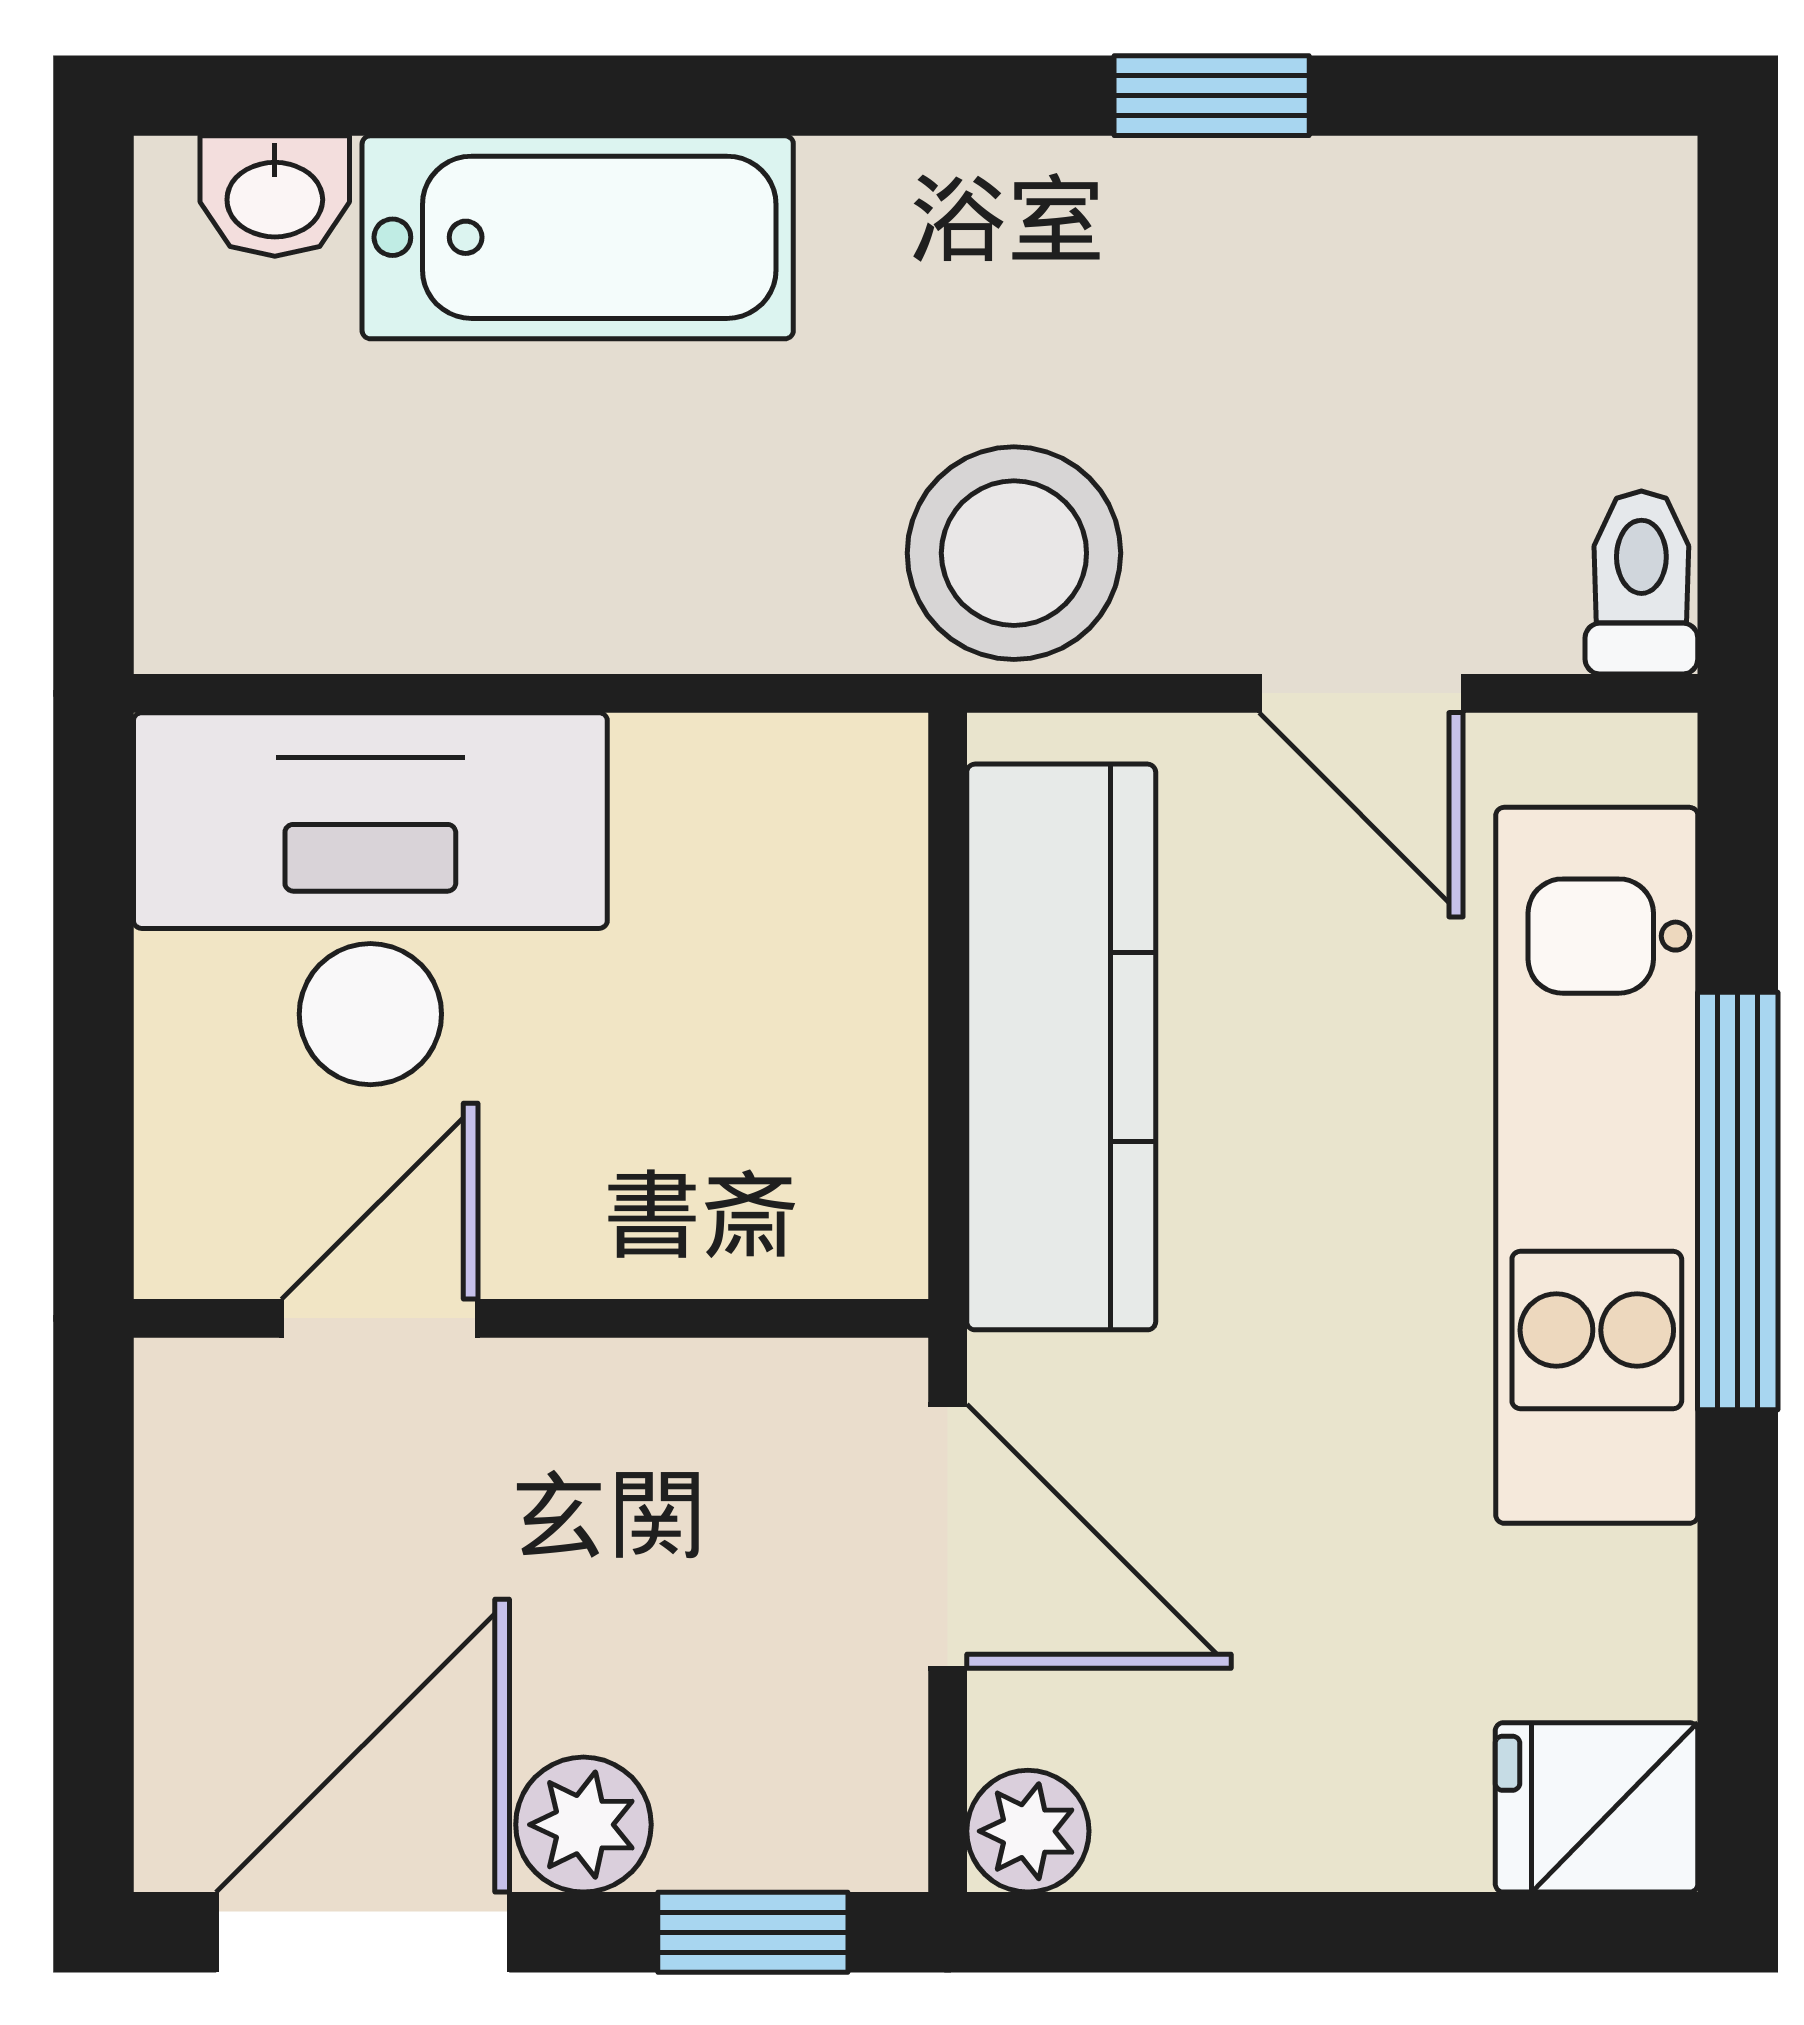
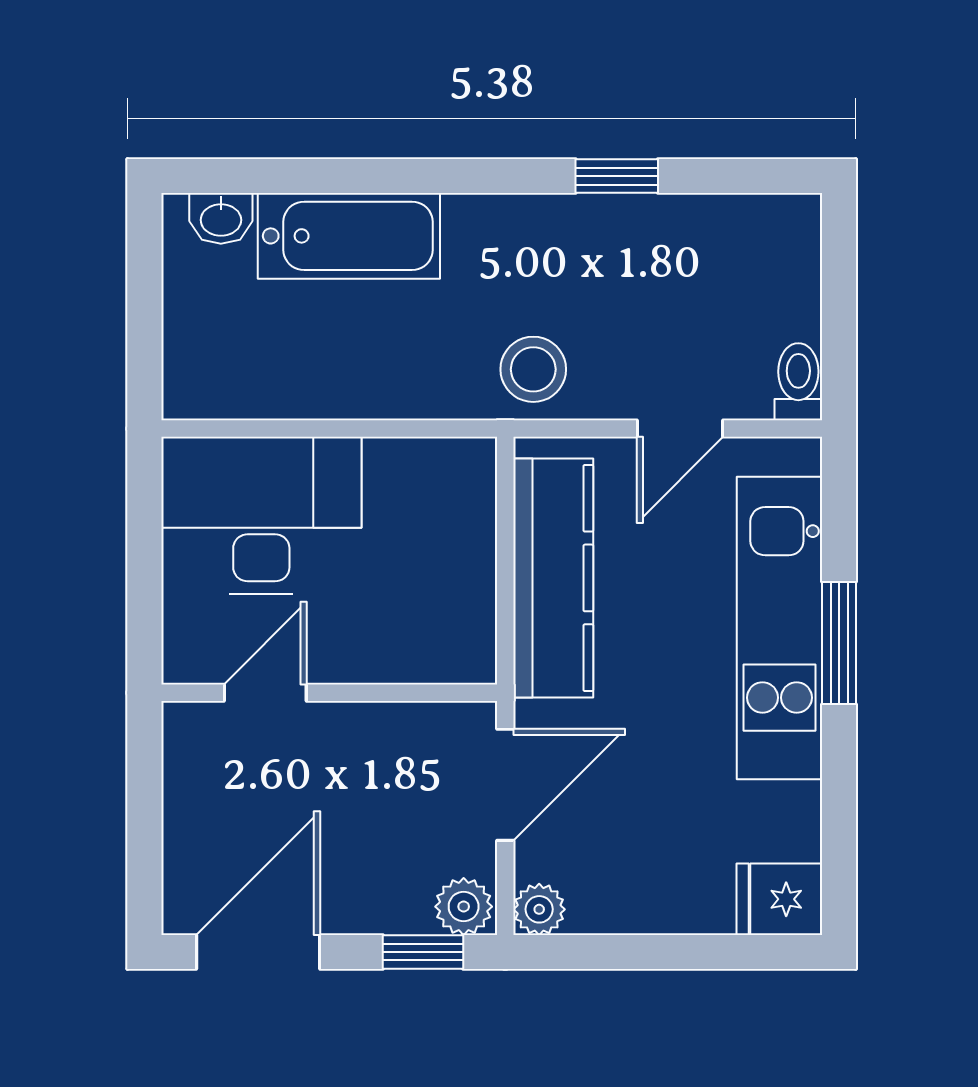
stool: (1014, 553) -> (533, 369), width x0.73, depth x0.73
door: (1361, 693) -> (680, 429), hinge flipped
window: (1738, 1201) -> (839, 643), width x0.69
door: (948, 1536) -> (505, 785), hinge flipped
plant: (583, 1825) -> (464, 907), moved

